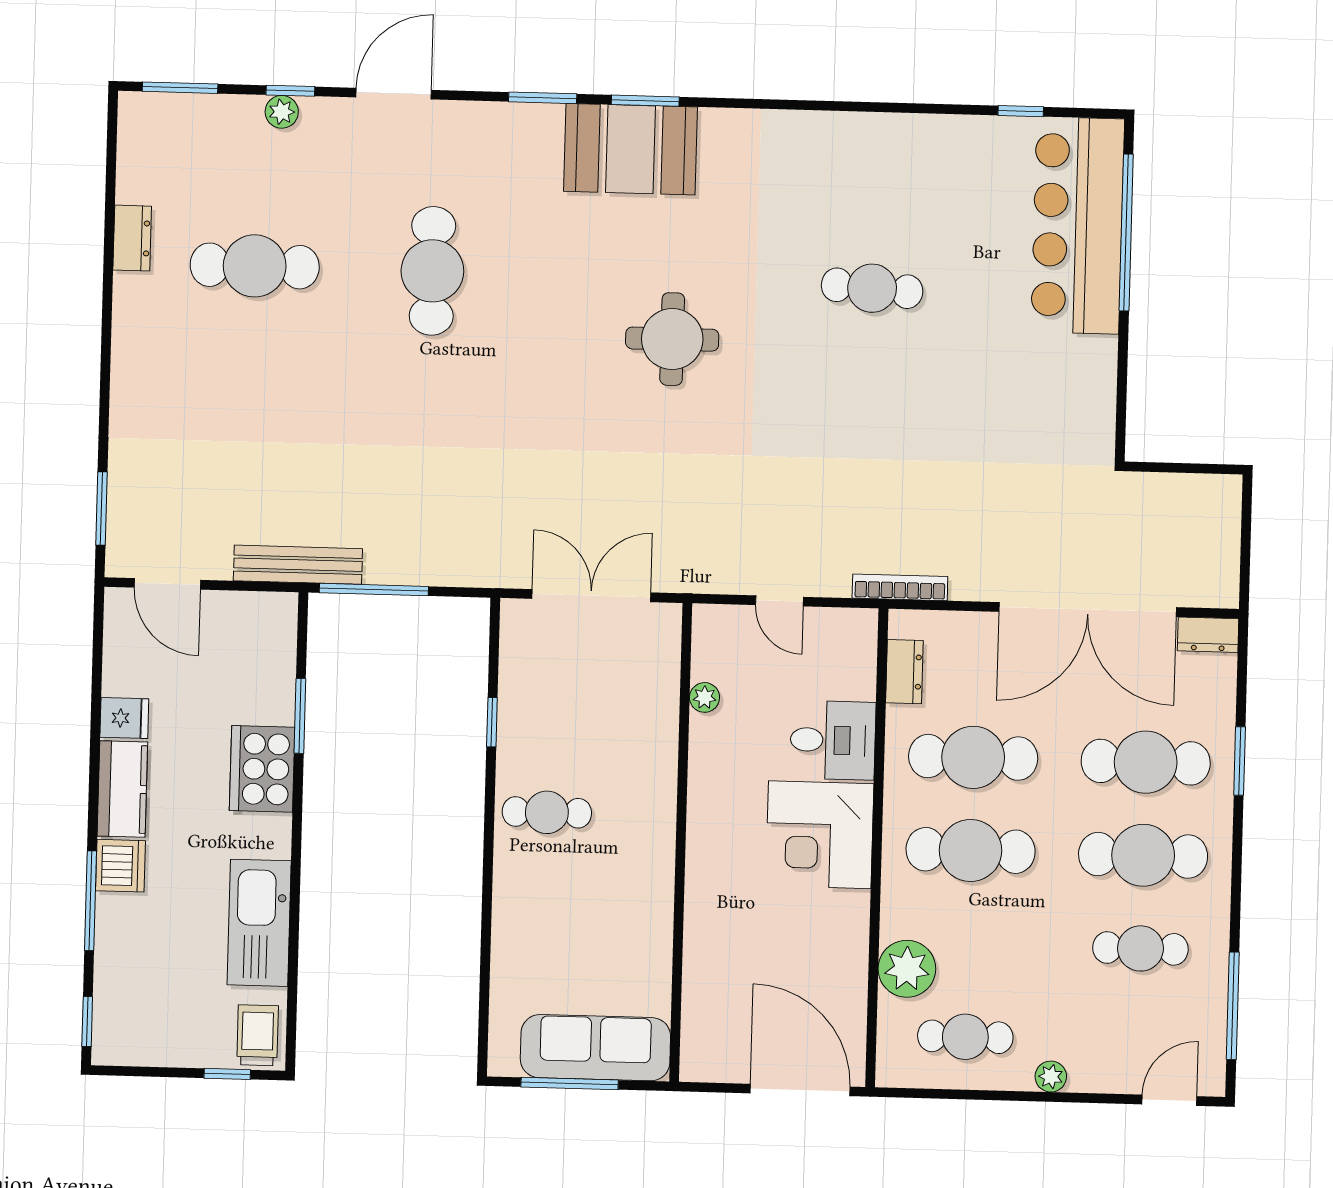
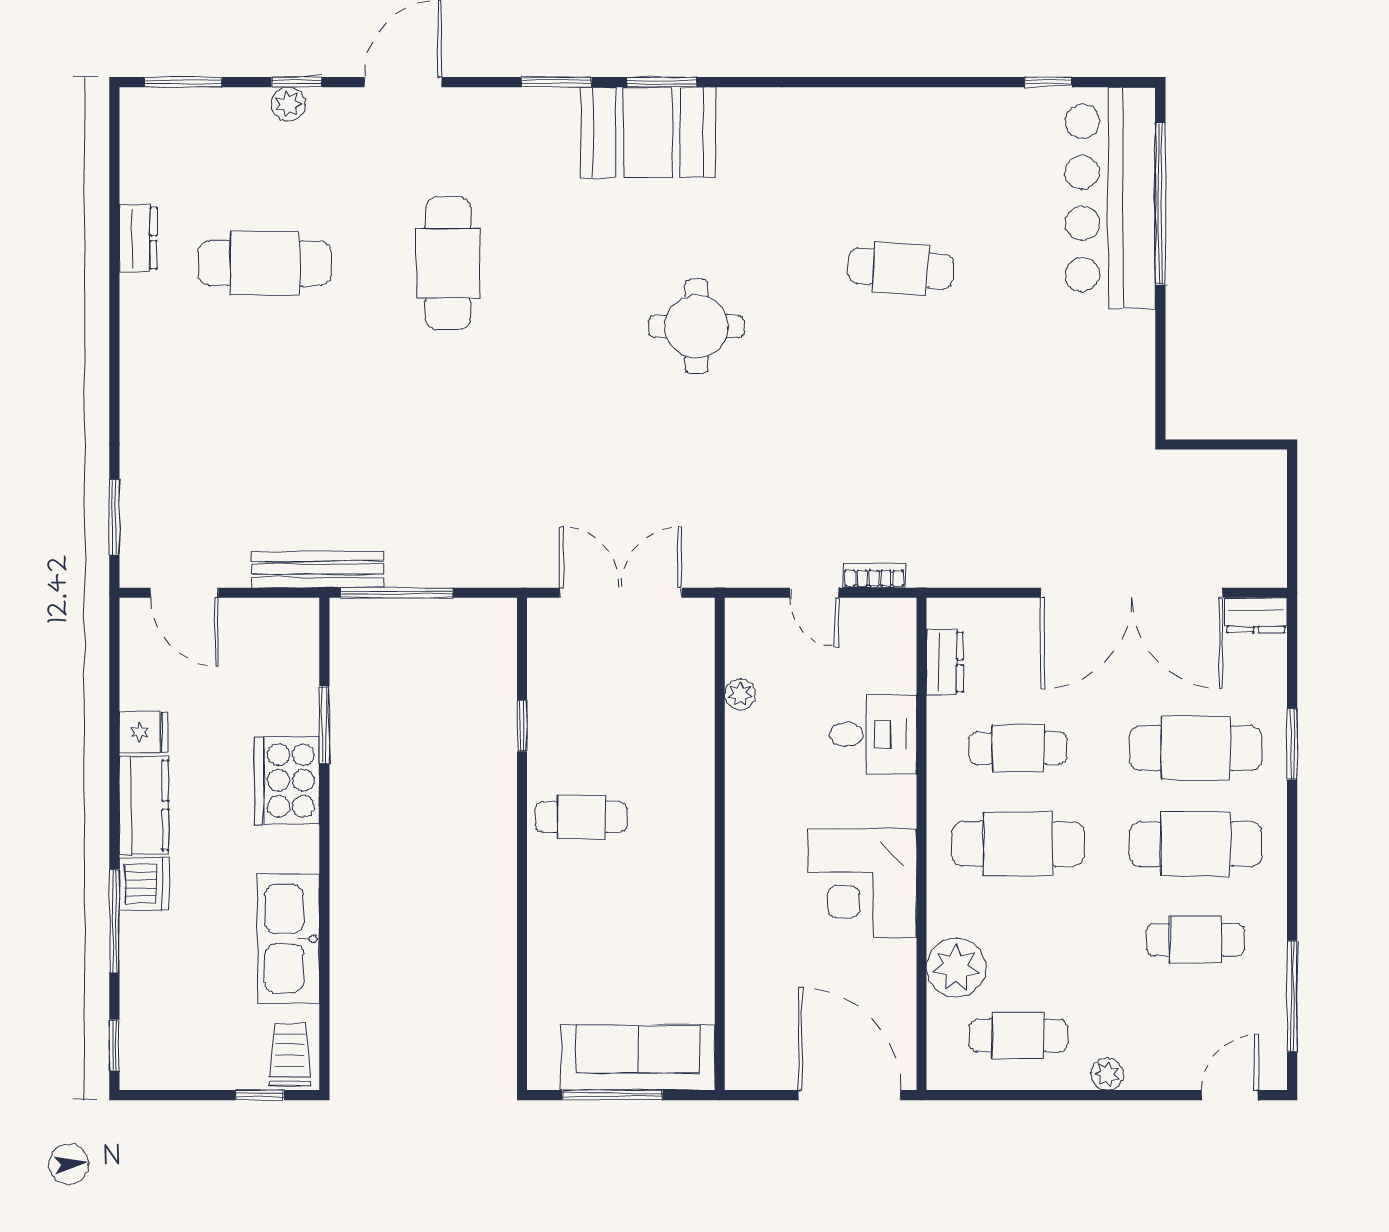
bookcase: (900, 587) -> (874, 575), moved, width x0.64
cafe table: (973, 757) -> (1018, 748), width x0.73, depth x0.74
corner desk: (820, 835) -> (862, 883), moved

